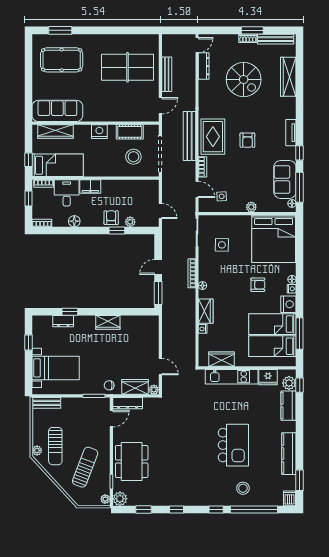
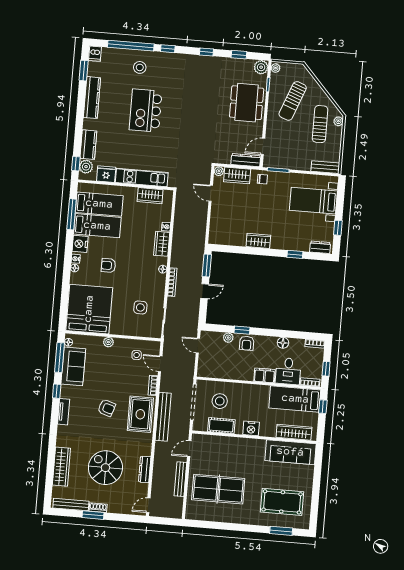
dresser: (204, 66) -> (145, 469), moved
armchair: (247, 140) -> (107, 408), turned 108
dresser: (63, 321) -> (320, 247), moved

